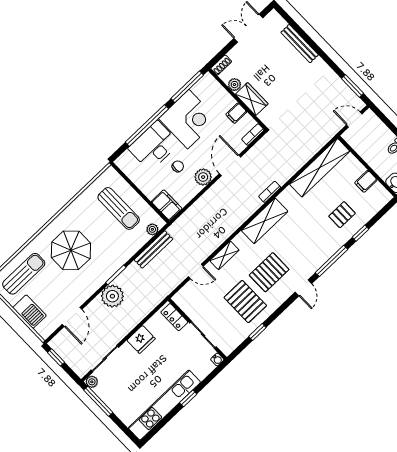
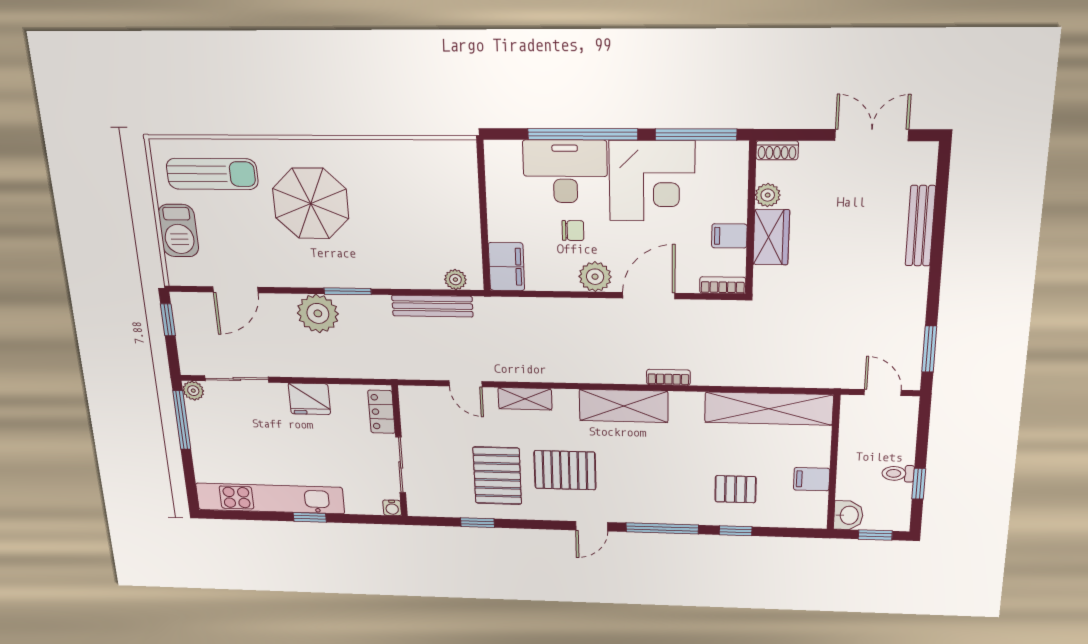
sun lounger: (119, 208) -> (432, 210), removed

